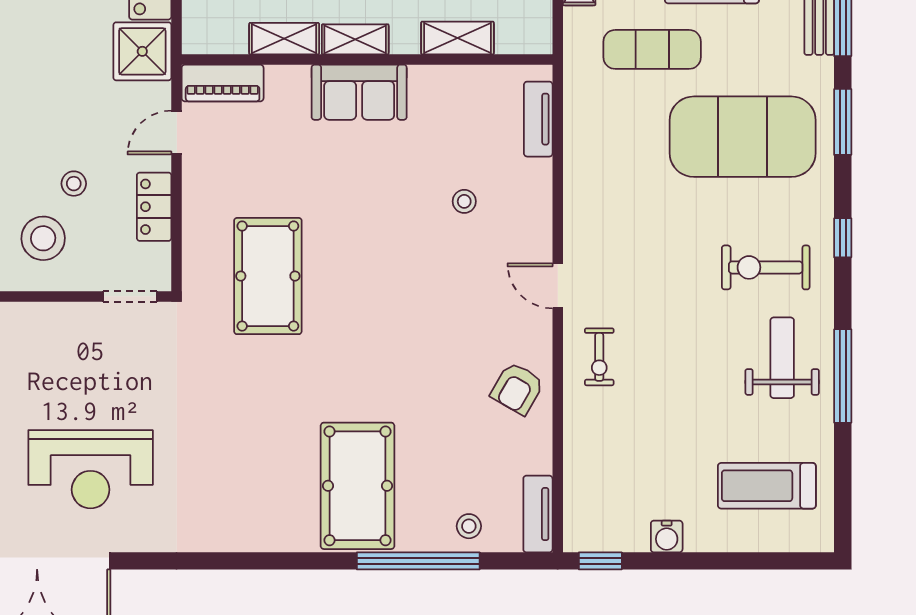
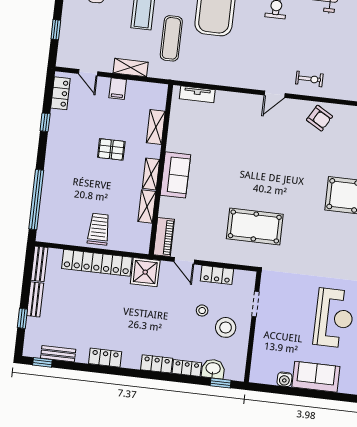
stool: (464, 201) -> (231, 133), removed
doorway: (130, 296) -> (255, 304), moved

